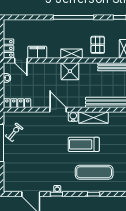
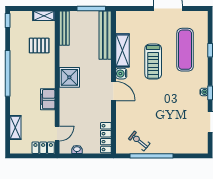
filing cabinet: (37, 52) -> (48, 99), moved
shelving: (72, 54) -> (15, 128), moved
door: (58, 110) -> (113, 91), swing flipped

